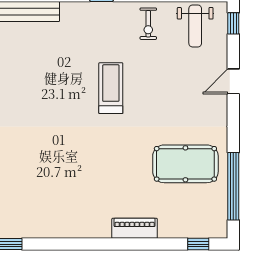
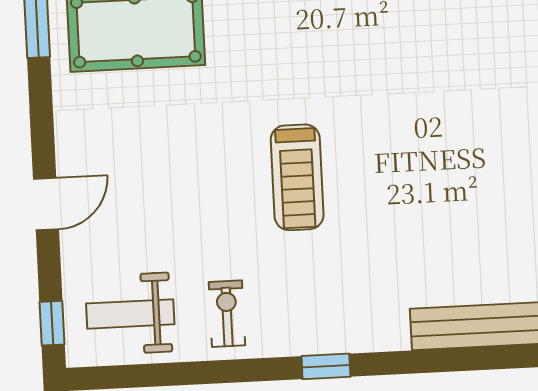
weight bench: (195, 26) -> (130, 314), turned -90

